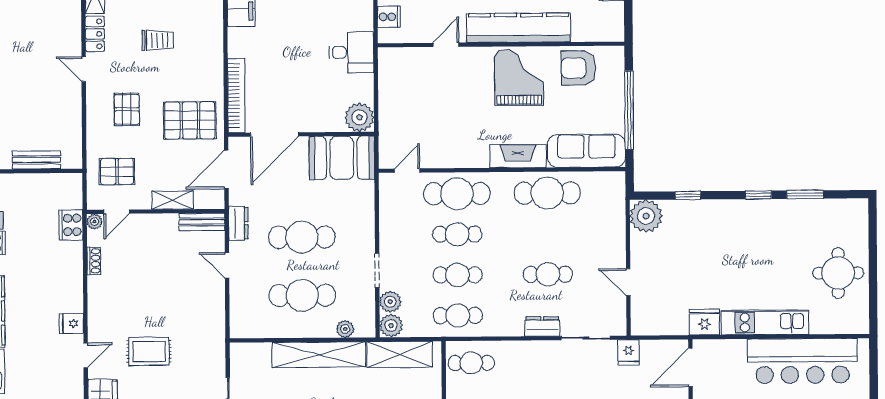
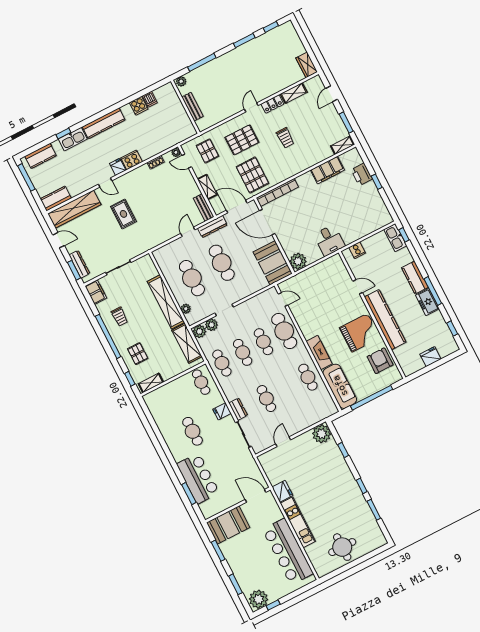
pallet: (127, 109) -> (242, 140), width x1.50, depth x1.42
cafe table: (547, 193) -> (308, 377), width x0.73, depth x0.74
dresser: (238, 223) -> (212, 227), width x1.44
cooker: (71, 225) -> (132, 160), moved
fridge: (628, 352) -> (222, 411), moved

